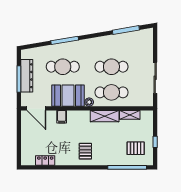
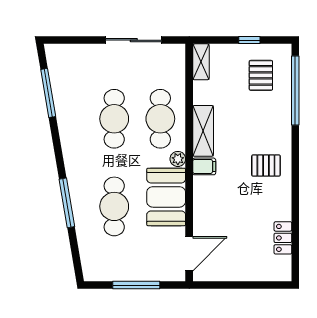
dresser: (27, 76) -> (130, 271), removed
shelving: (130, 115) -> (201, 62), moved
filing cabinet: (62, 117) -> (204, 166), moved

